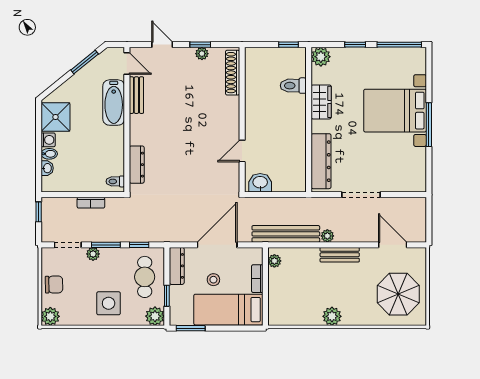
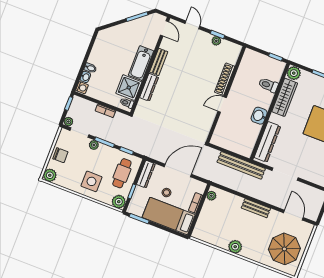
shoe rack: (233, 73) -> (225, 79), moved
bench: (136, 95) -> (159, 62), moved
wardrobe: (321, 102) -> (285, 97), width x1.50
bathtub: (114, 103) -> (141, 63), moved
shower: (55, 117) -> (129, 88), moved
washing machine: (48, 140) -> (82, 88), moved
door: (242, 151) -> (222, 104), moved
dresser: (137, 165) -> (149, 87), moved
washbasin: (260, 183) -> (259, 116), moved, turned -90
bench: (286, 234) -> (241, 165), moved
plant: (327, 236) -> (68, 122), moved

